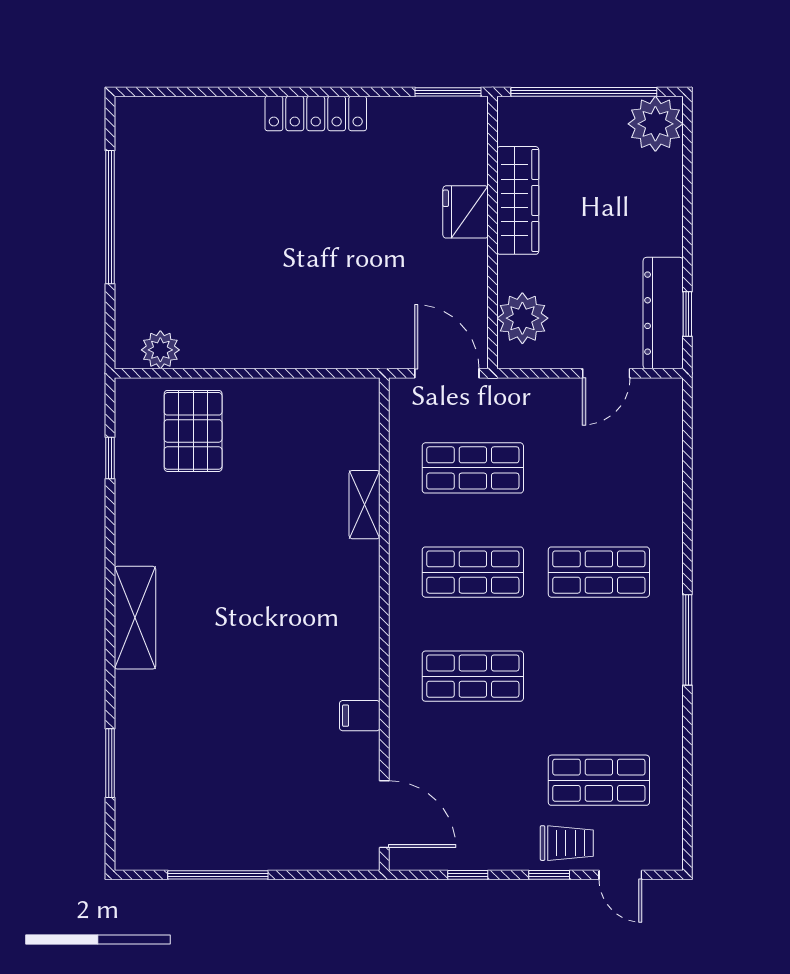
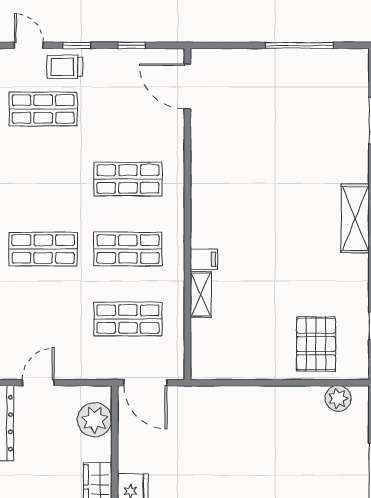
filing cabinet: (360, 716) -> (204, 259), moved

